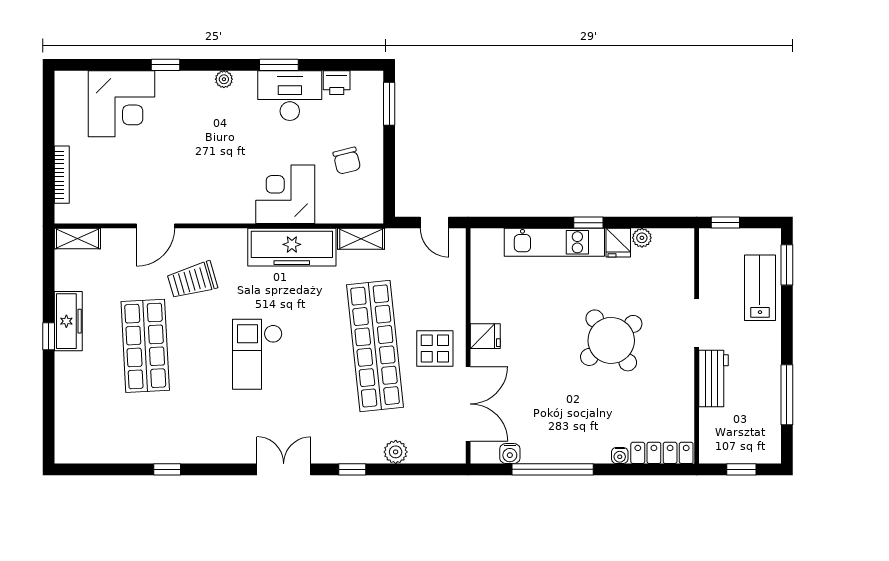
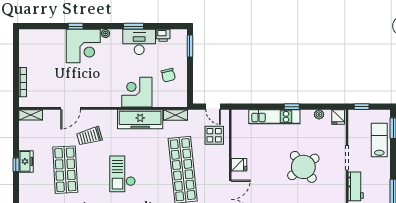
corner desk: (121, 104) -> (83, 46), moved
fridge: (618, 243) -> (338, 117), moved
freezer: (68, 321) -> (26, 161), width x0.71
display table: (435, 349) -> (214, 135), moved

